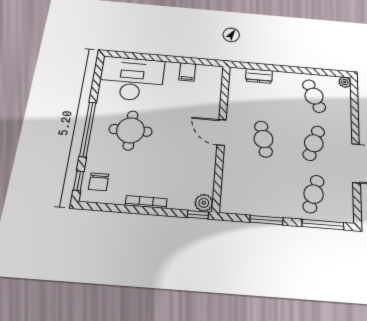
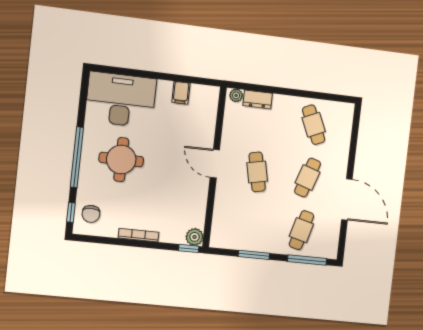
plant: (345, 82) -> (236, 95), moved

